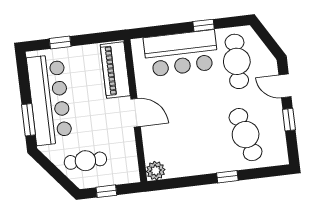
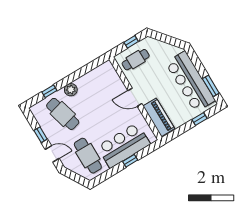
window: (204, 25) -> (130, 161), moved
window: (28, 120) -> (211, 86), moved
cafe table: (85, 161) -> (136, 60), moved
plant: (156, 171) -> (71, 90), moved
window: (227, 177) -> (49, 91), moved

